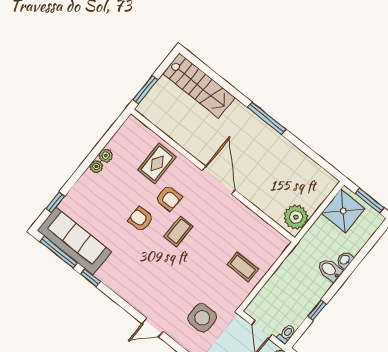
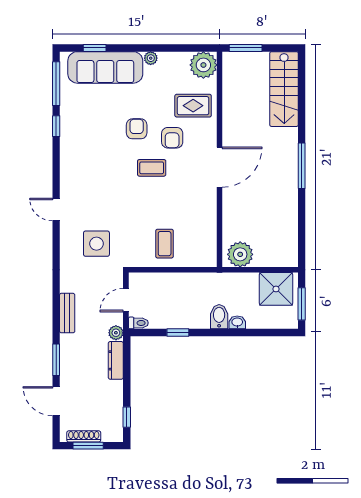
plant: (106, 156) -> (203, 65), moved, width x1.87, depth x1.87
sofa: (74, 241) -> (105, 67), moved, turned 90

